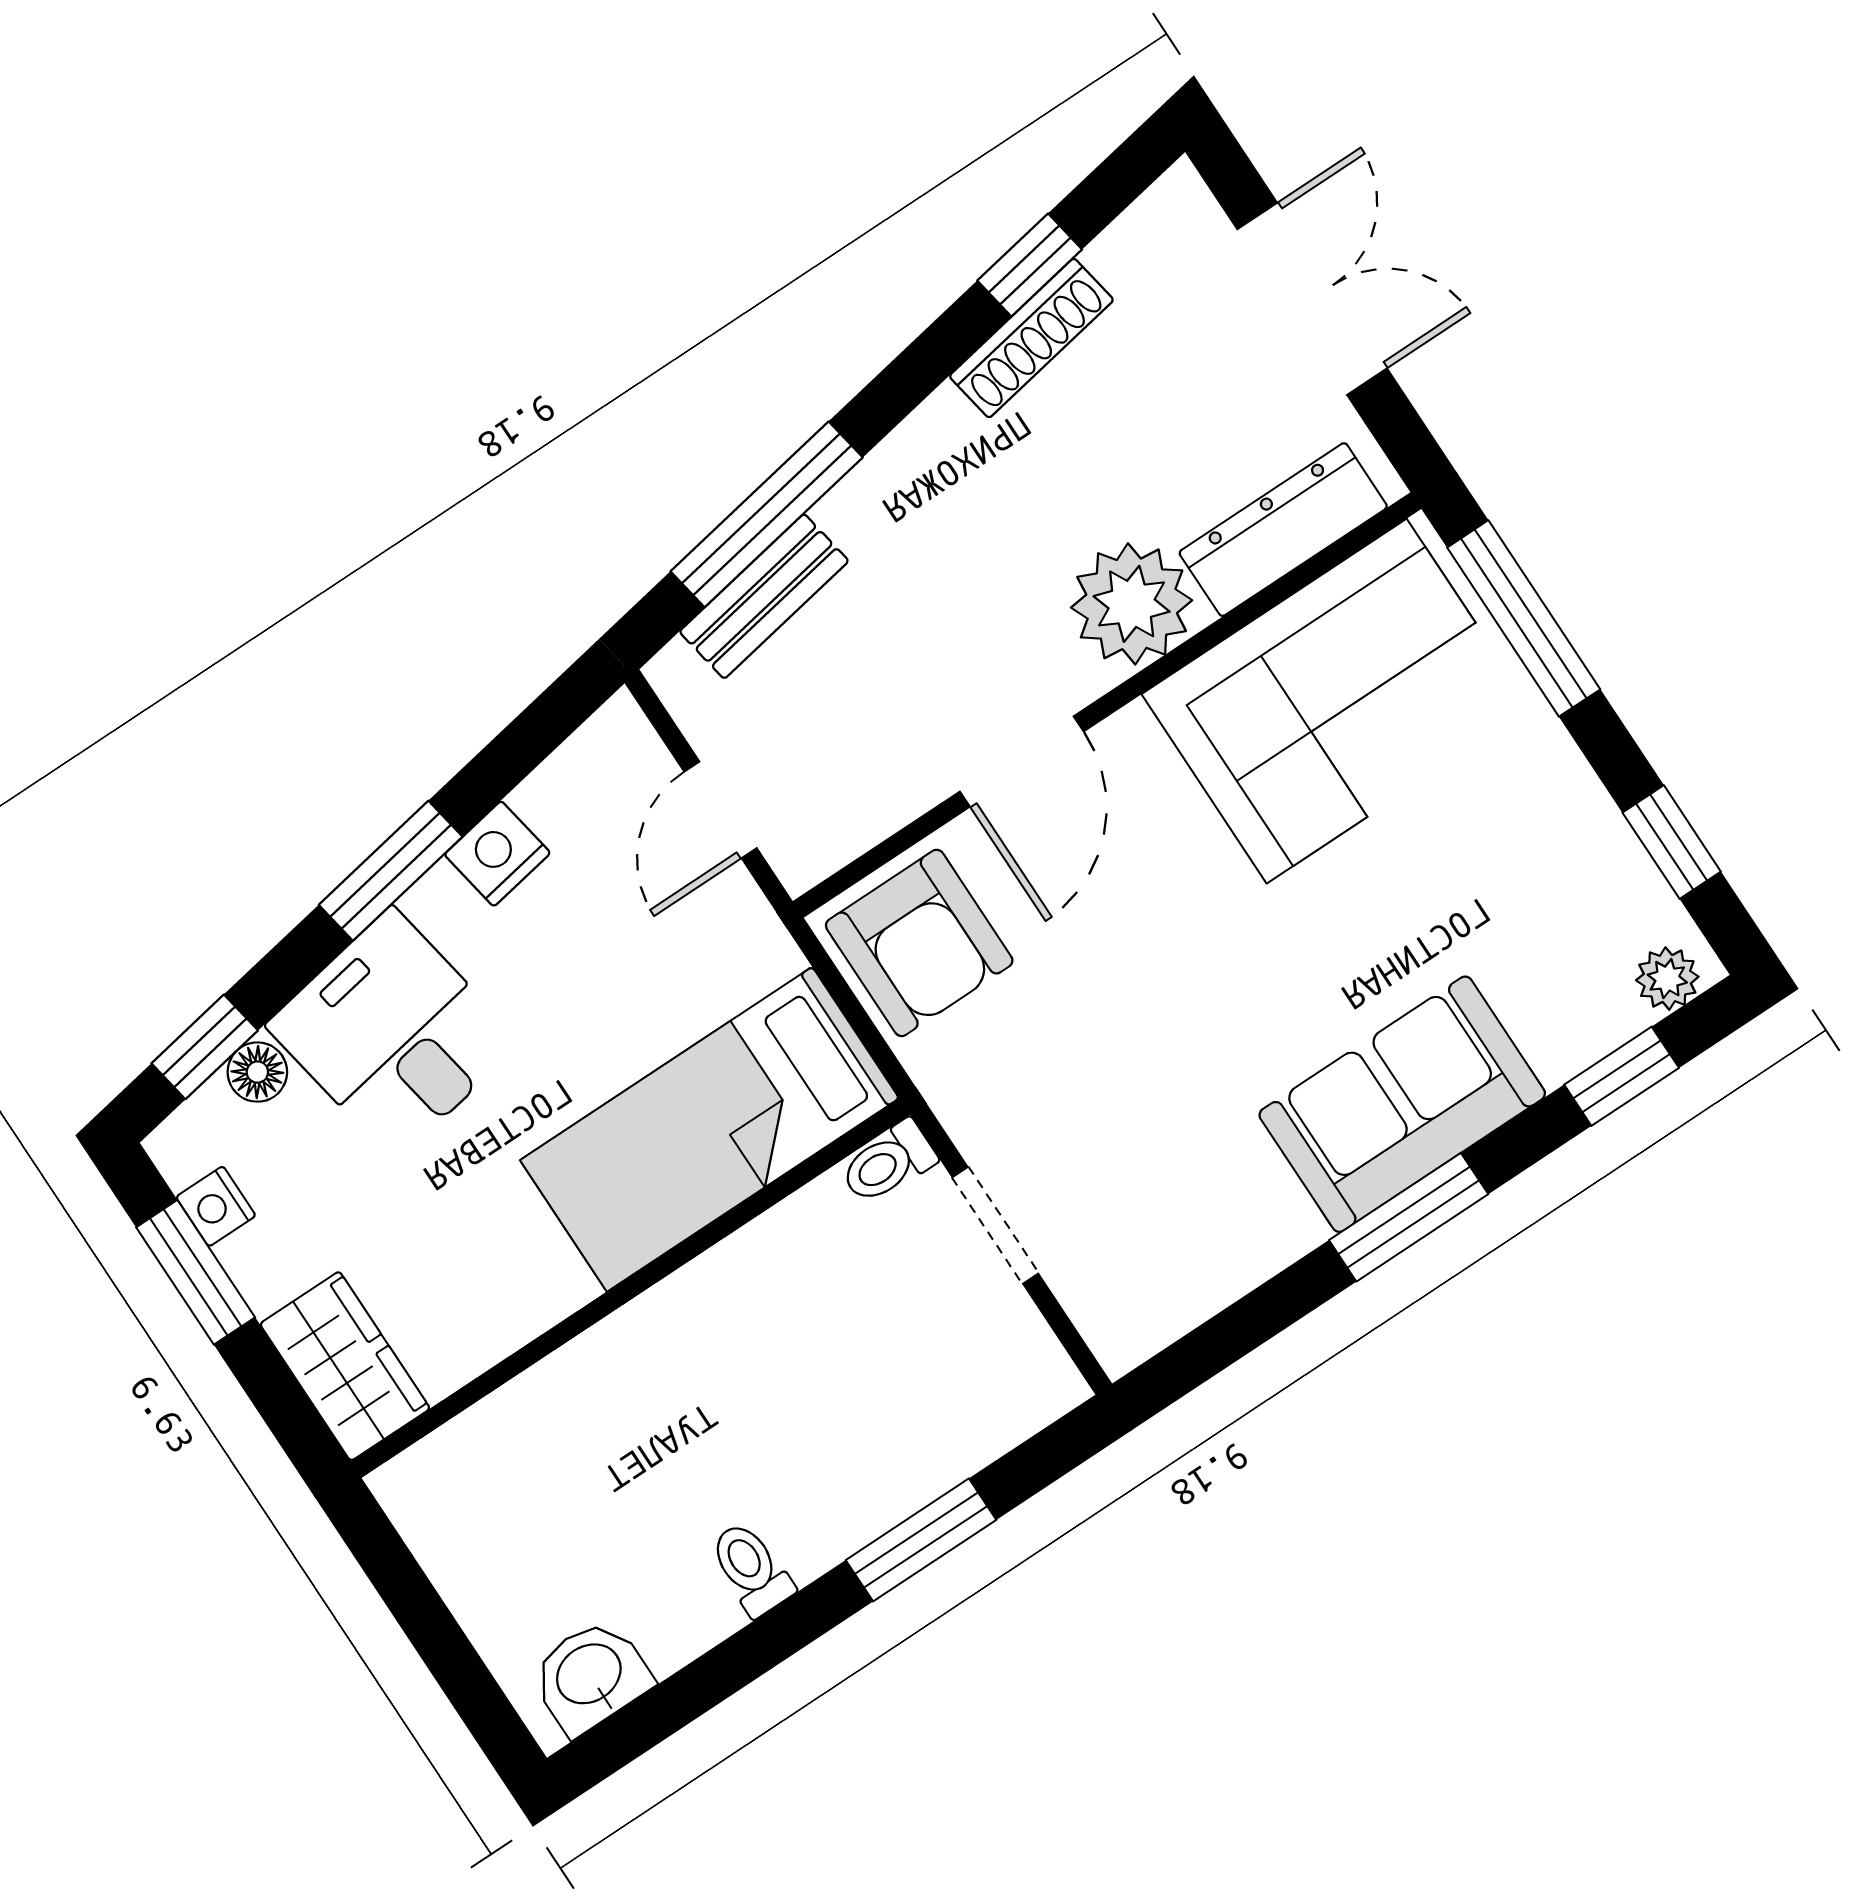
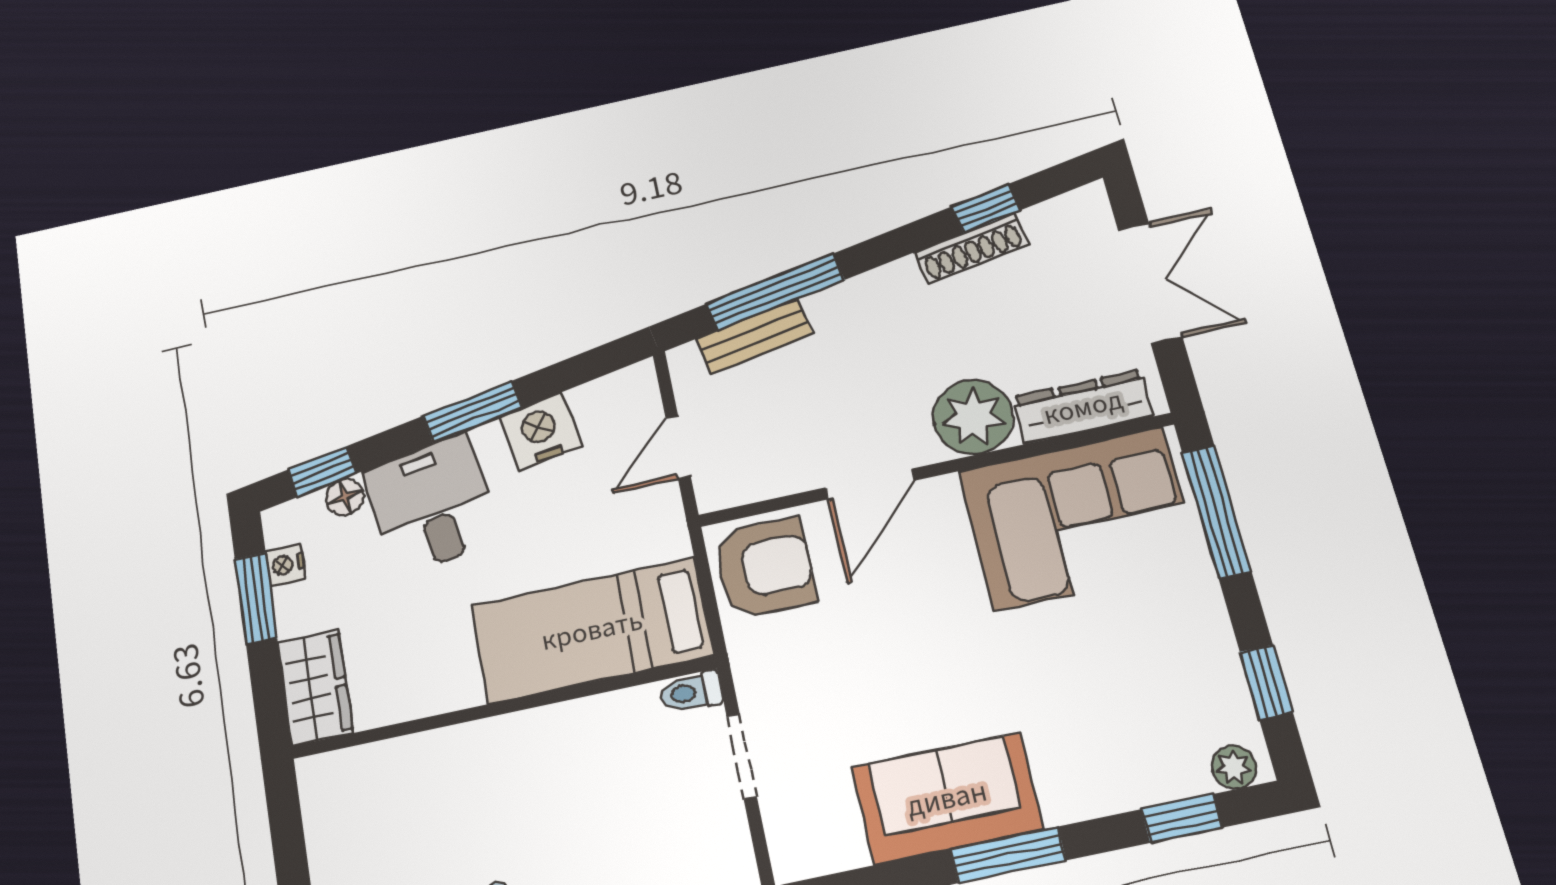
nightstand: (497, 854) -> (540, 431), width x1.36, depth x1.33
armchair: (919, 943) -> (764, 568), turned -90
sofa: (1402, 1104) -> (947, 798), moved

